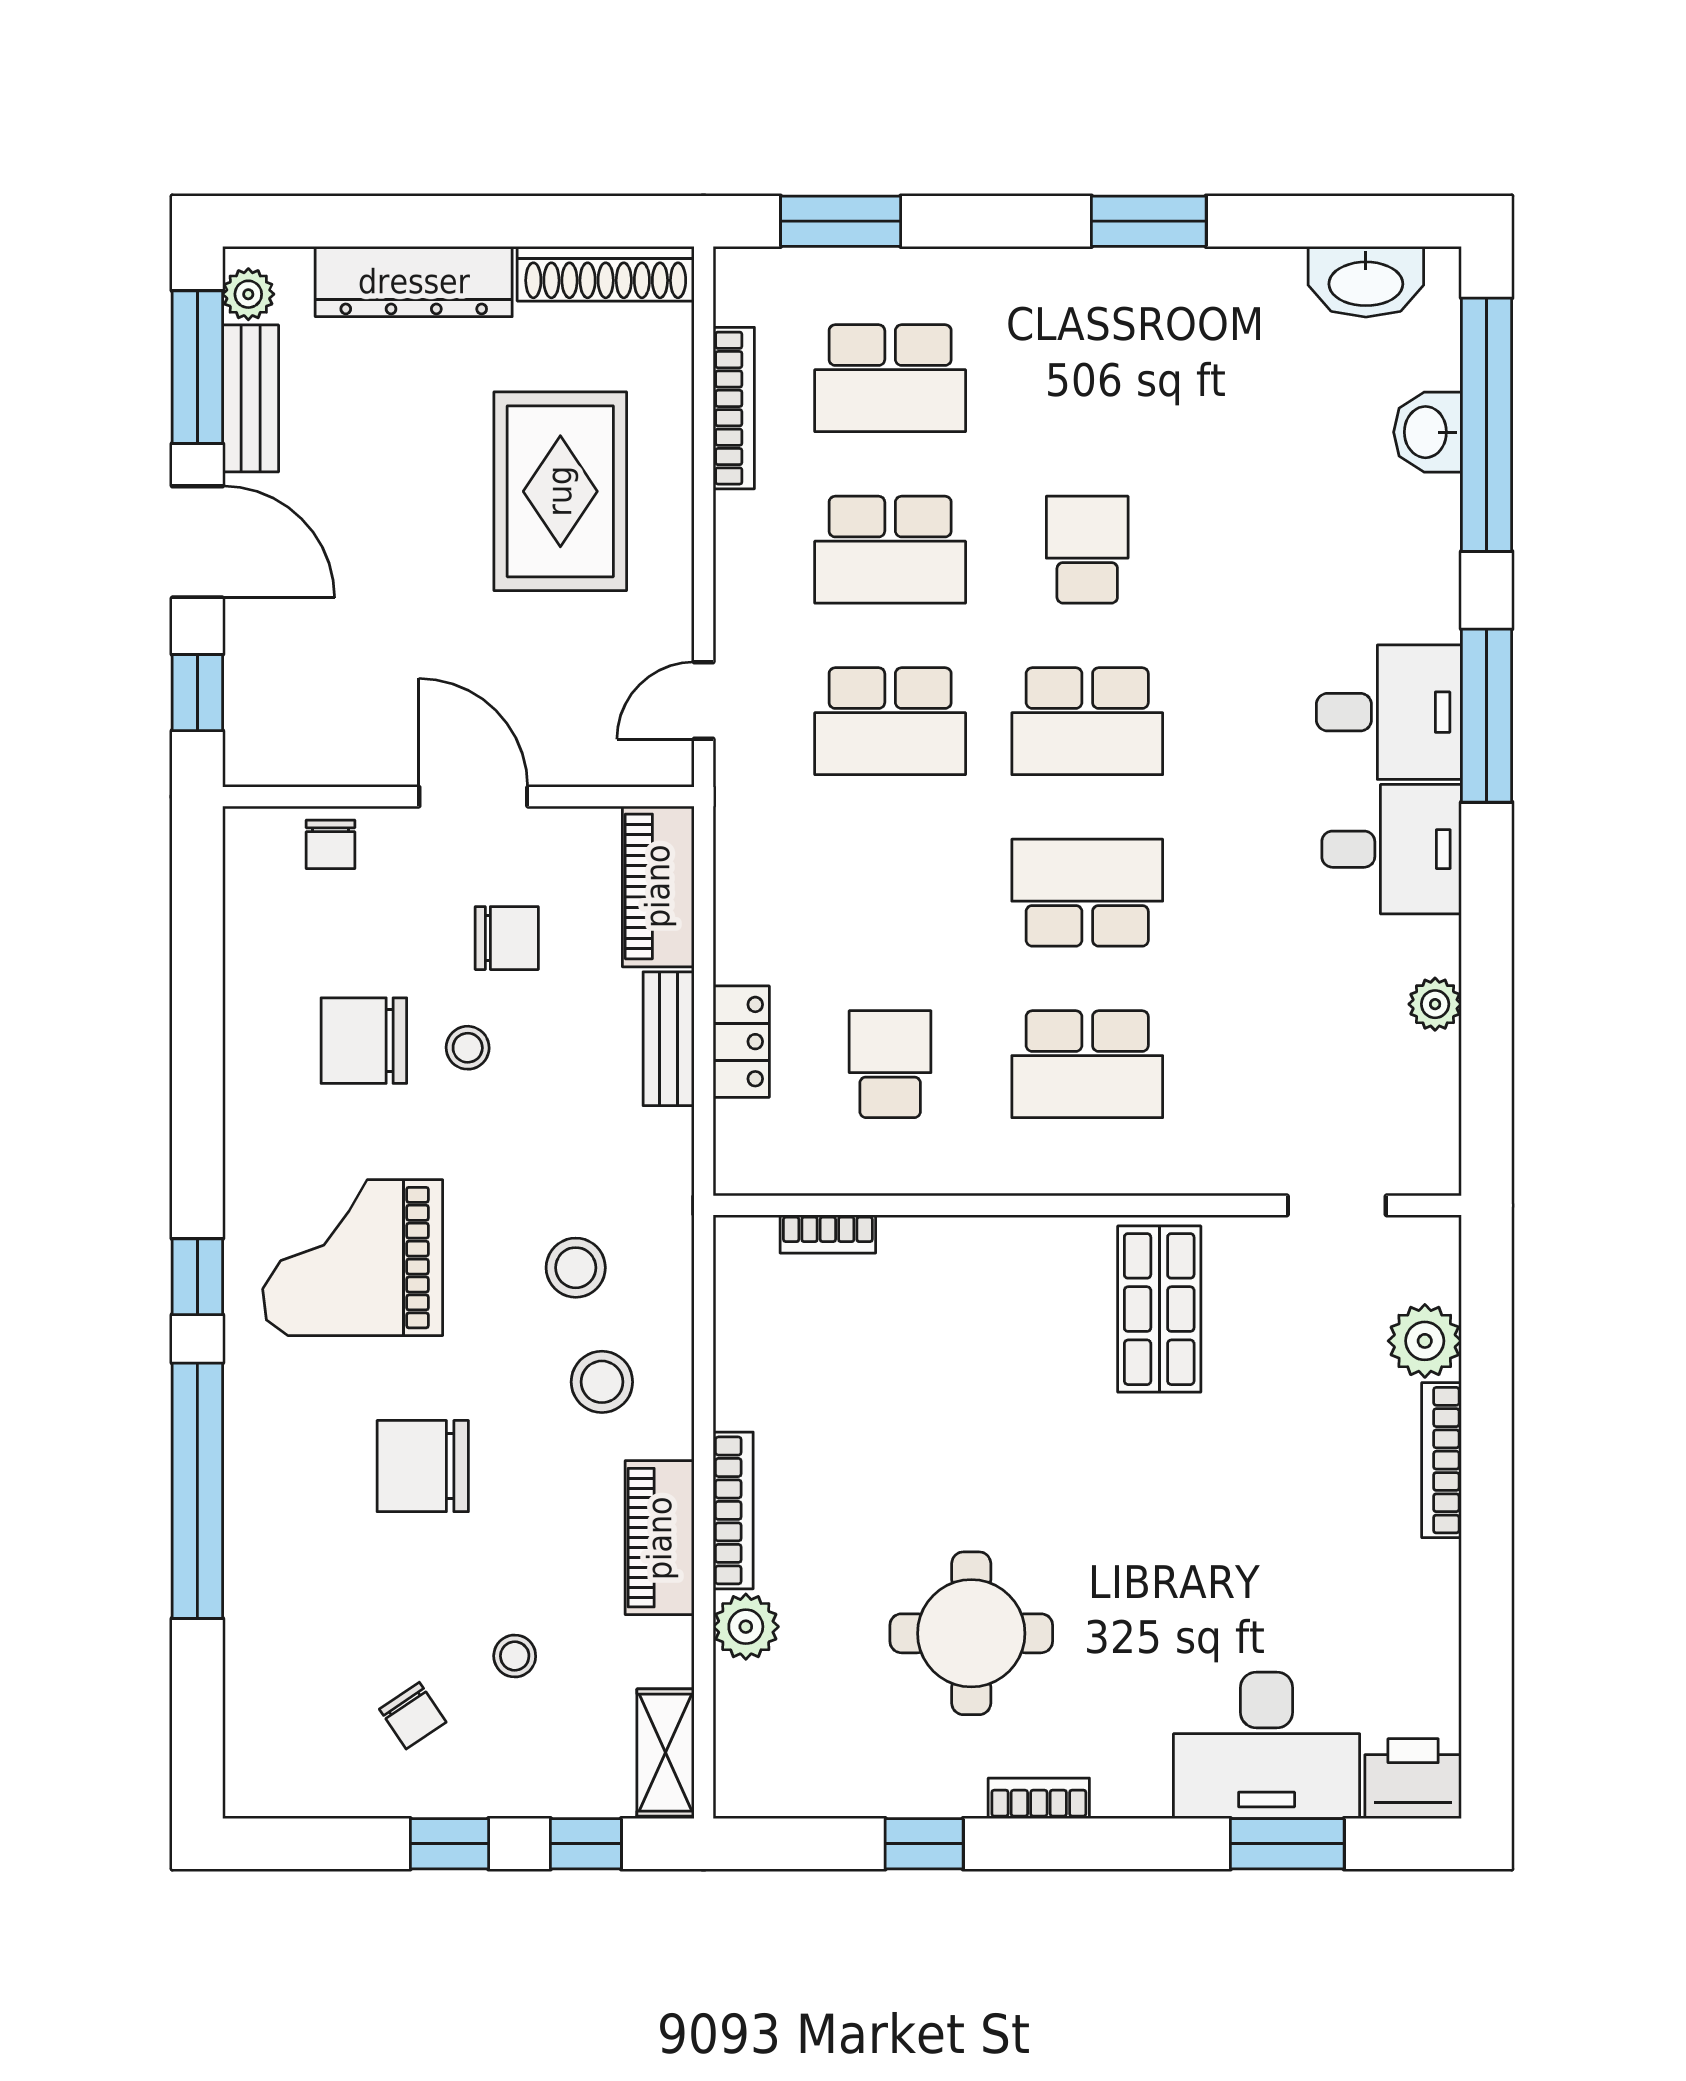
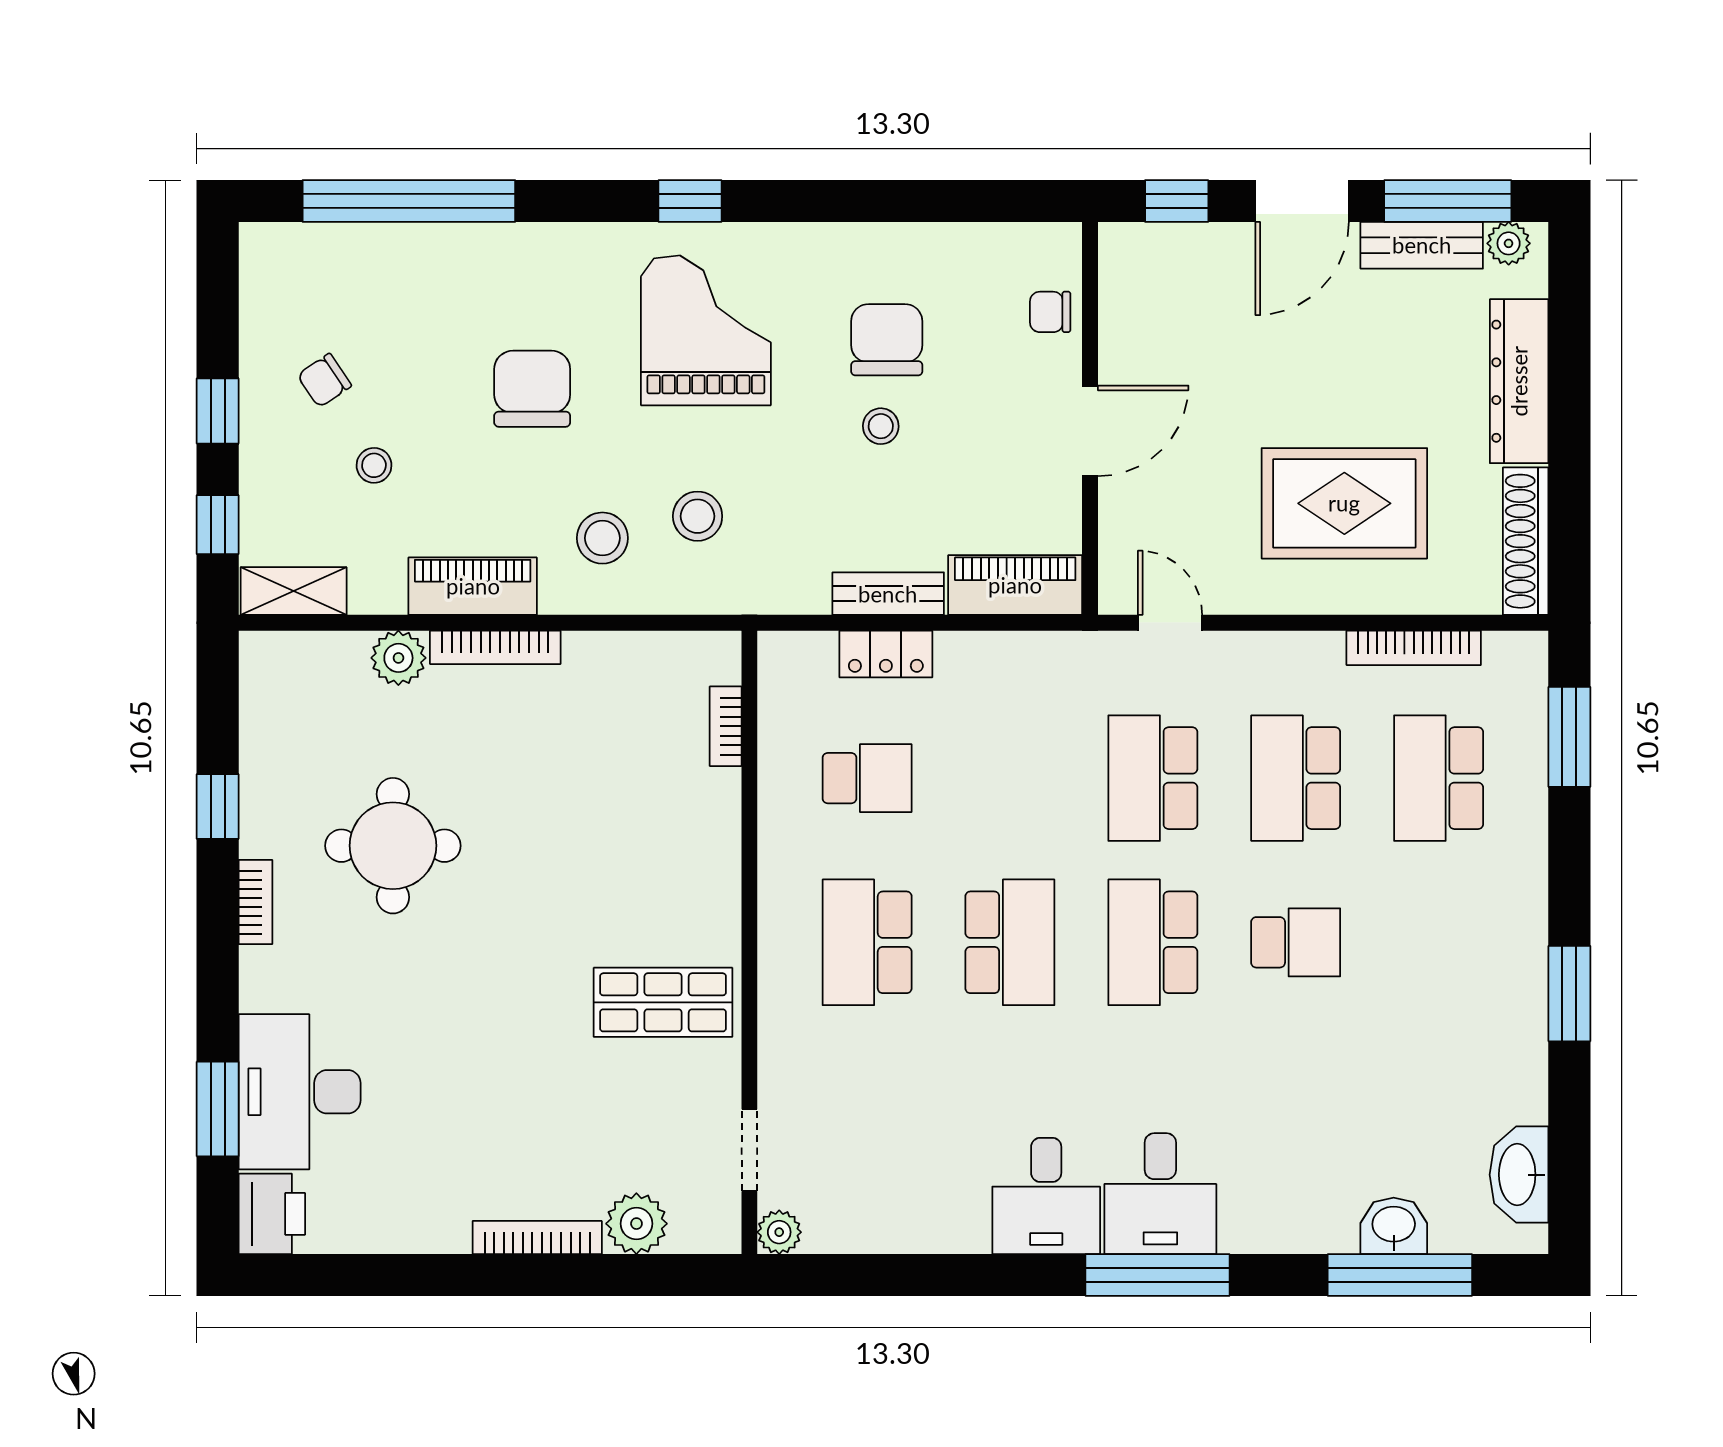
window: (1487, 425) -> (1400, 1275), width x0.68
chair: (507, 938) -> (972, 459), removed
plant: (1435, 1004) -> (779, 1232), moved
window: (197, 1491) -> (409, 201), moved

